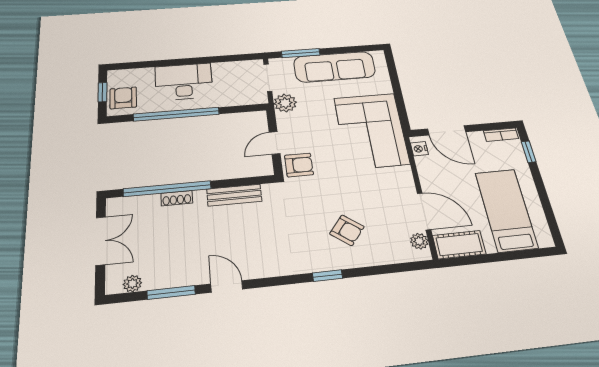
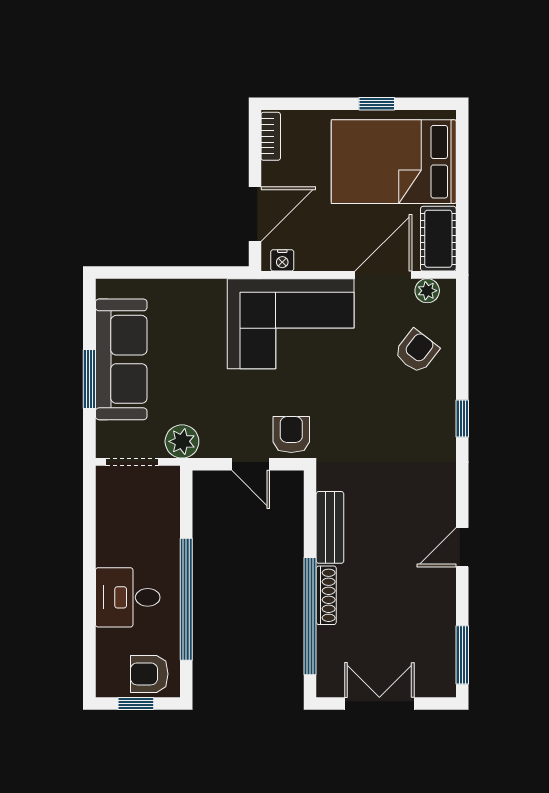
window: (301, 53) -> (89, 379), moved
desk: (184, 82) -> (128, 597), width x0.73
corner sofa: (371, 131) -> (291, 324), moved
window: (529, 152) -> (377, 104), moved
shoe rack: (177, 198) -> (326, 595), width x1.43
bed: (506, 210) -> (394, 162), width x1.50
armchair: (347, 230) -> (417, 351), moved
plant: (132, 284) -> (444, 664), removed
window: (171, 293) -> (462, 655), moved

